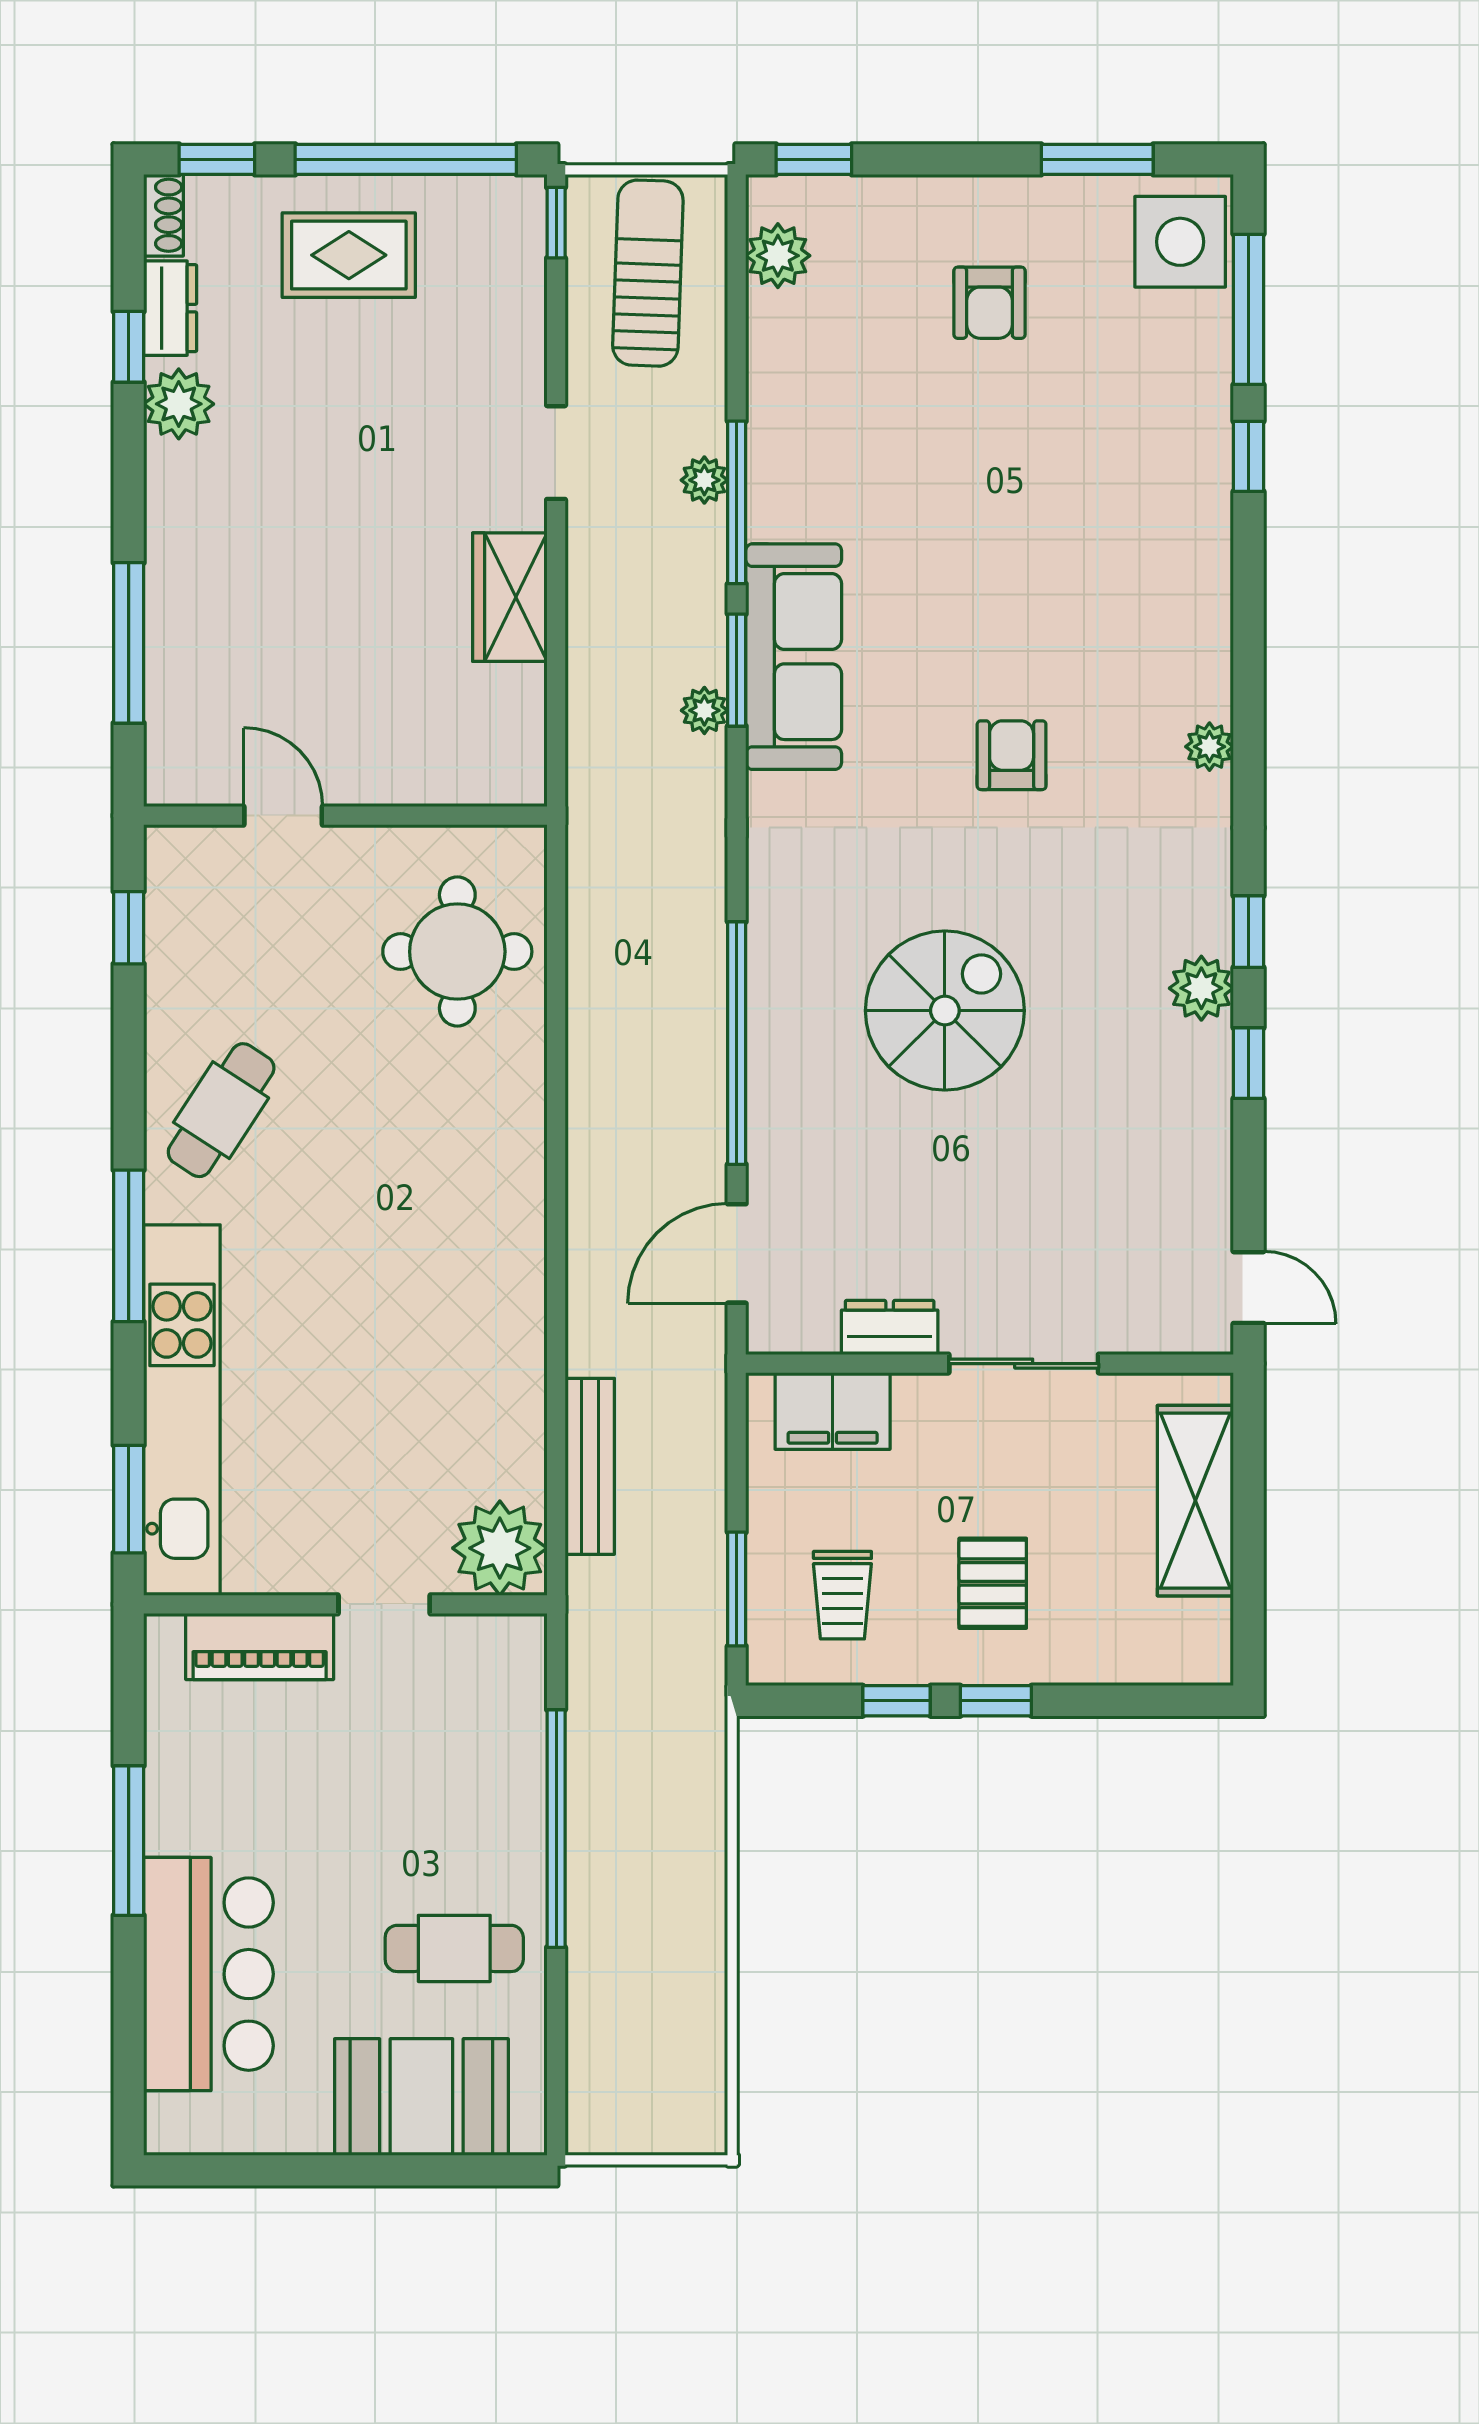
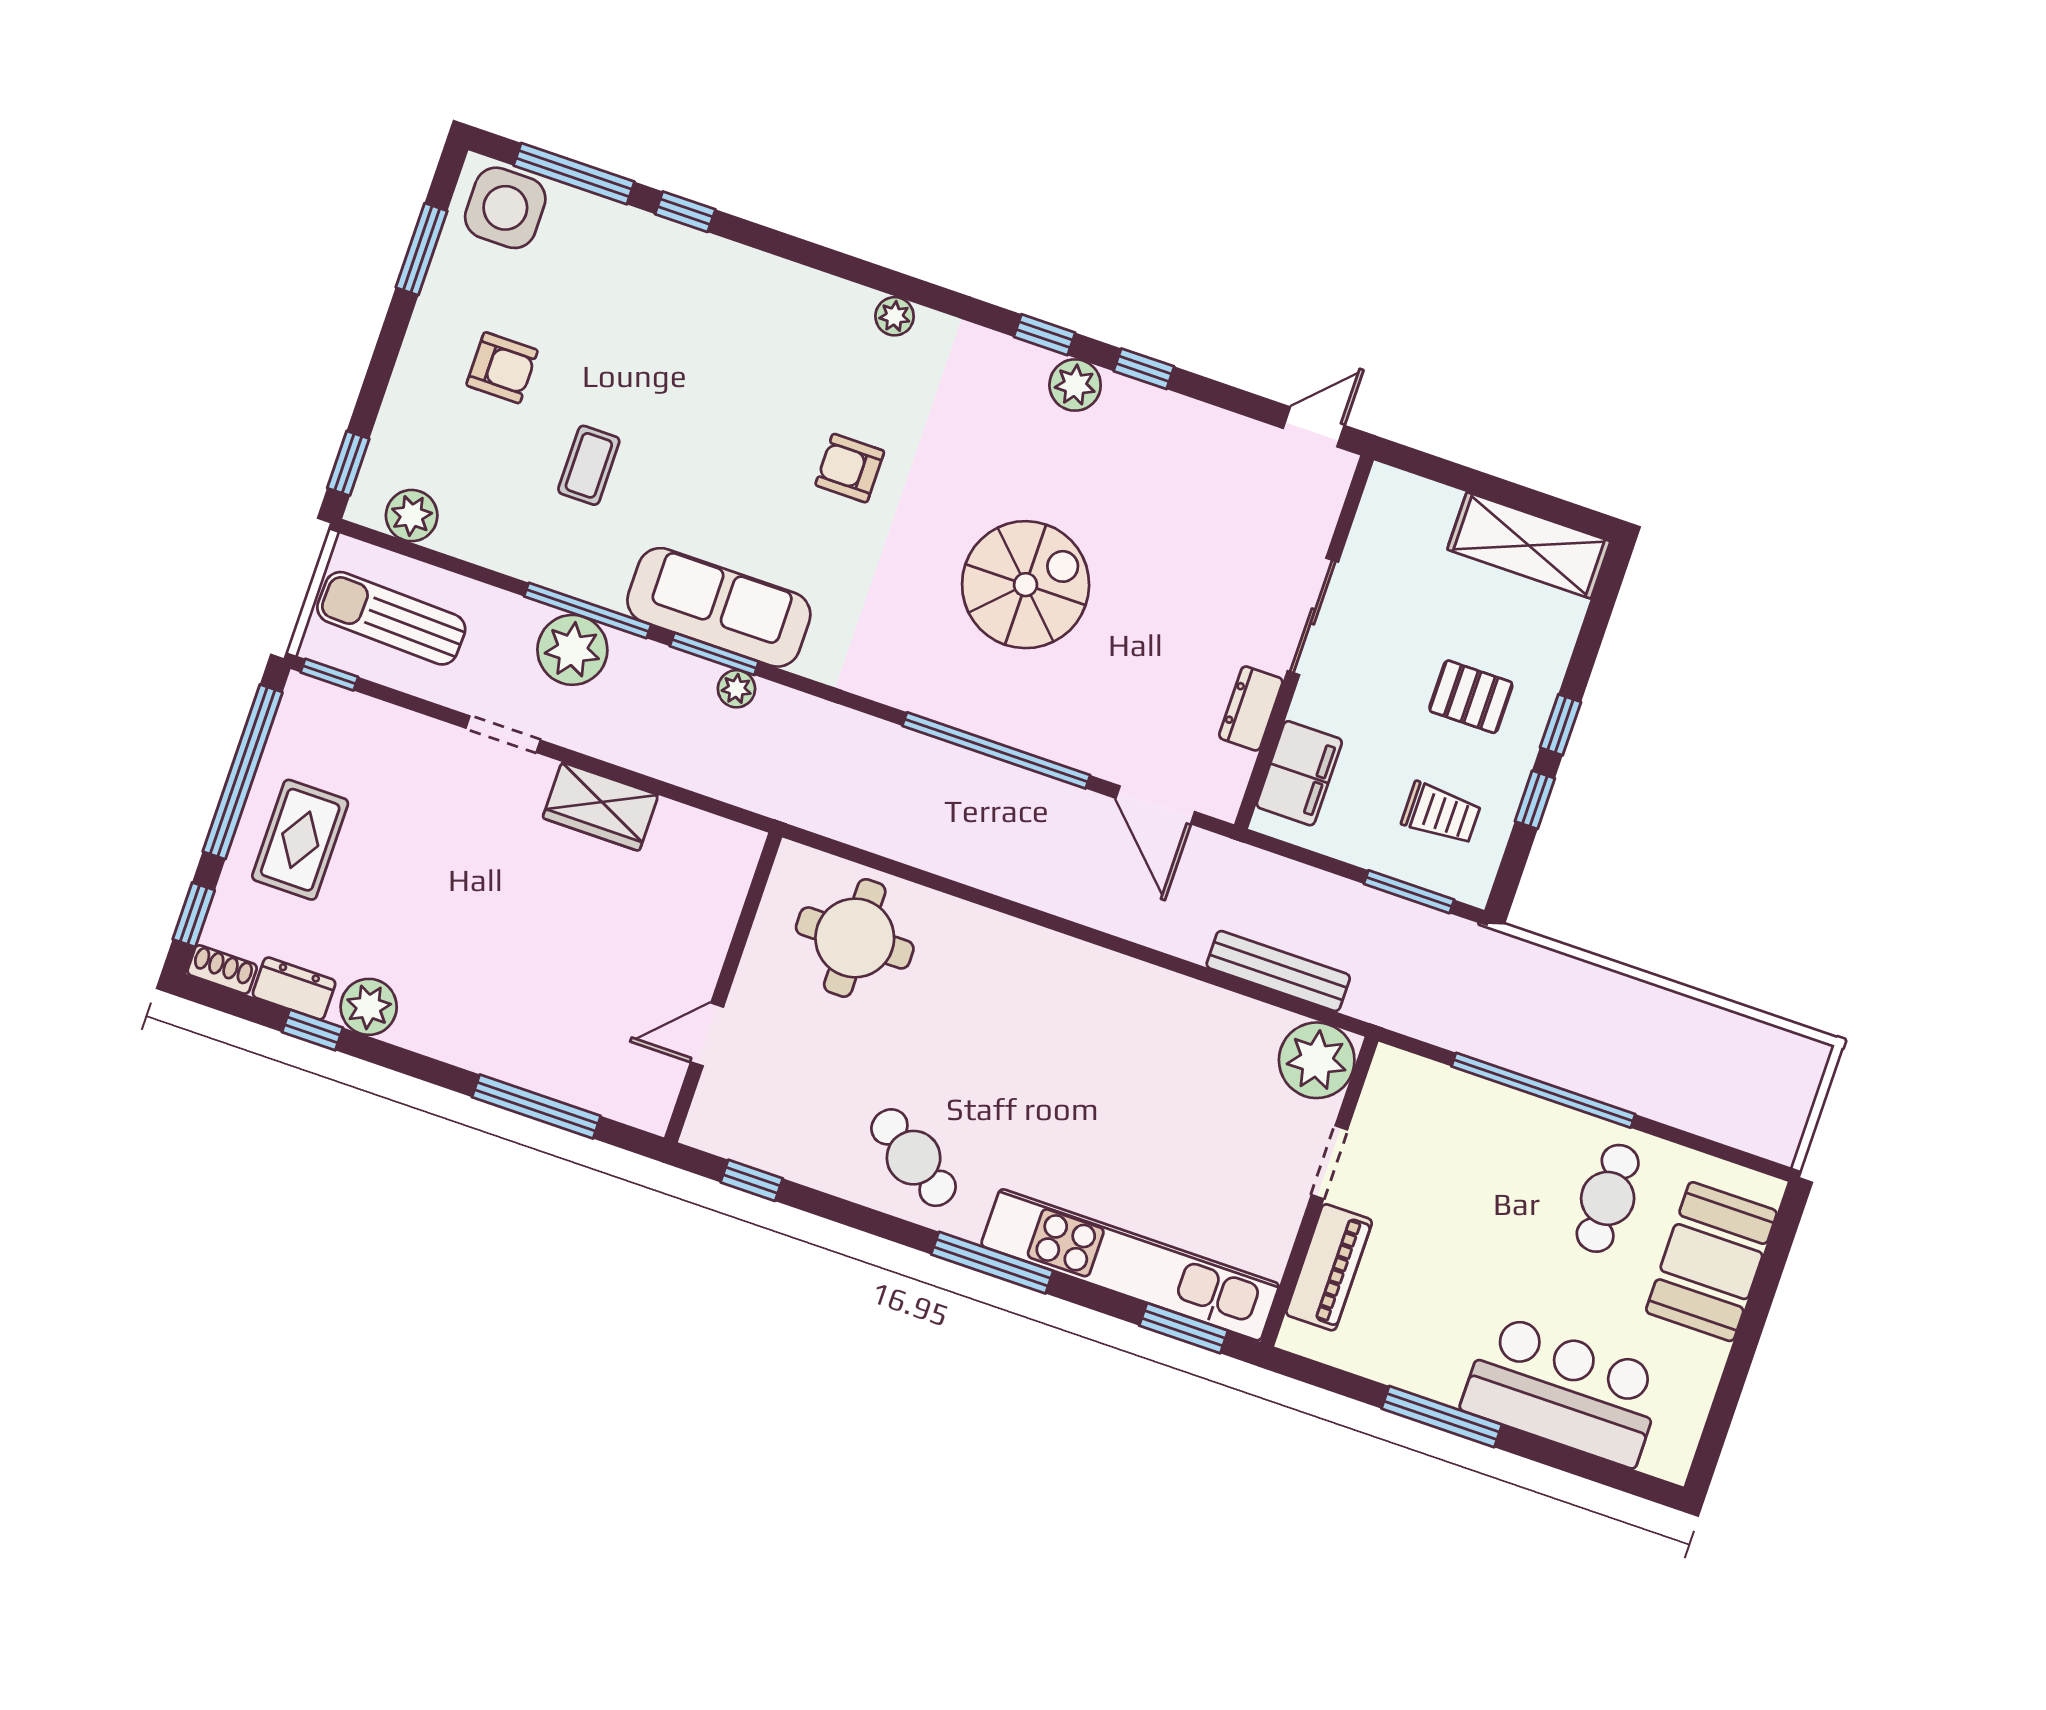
coffee table: (909, 445) -> (589, 465), added
plant: (704, 480) -> (572, 650), width x1.88, depth x1.88
spiral stairs: (945, 1011) -> (1026, 585), turned 90
shelving: (1195, 1501) -> (1529, 545), moved

